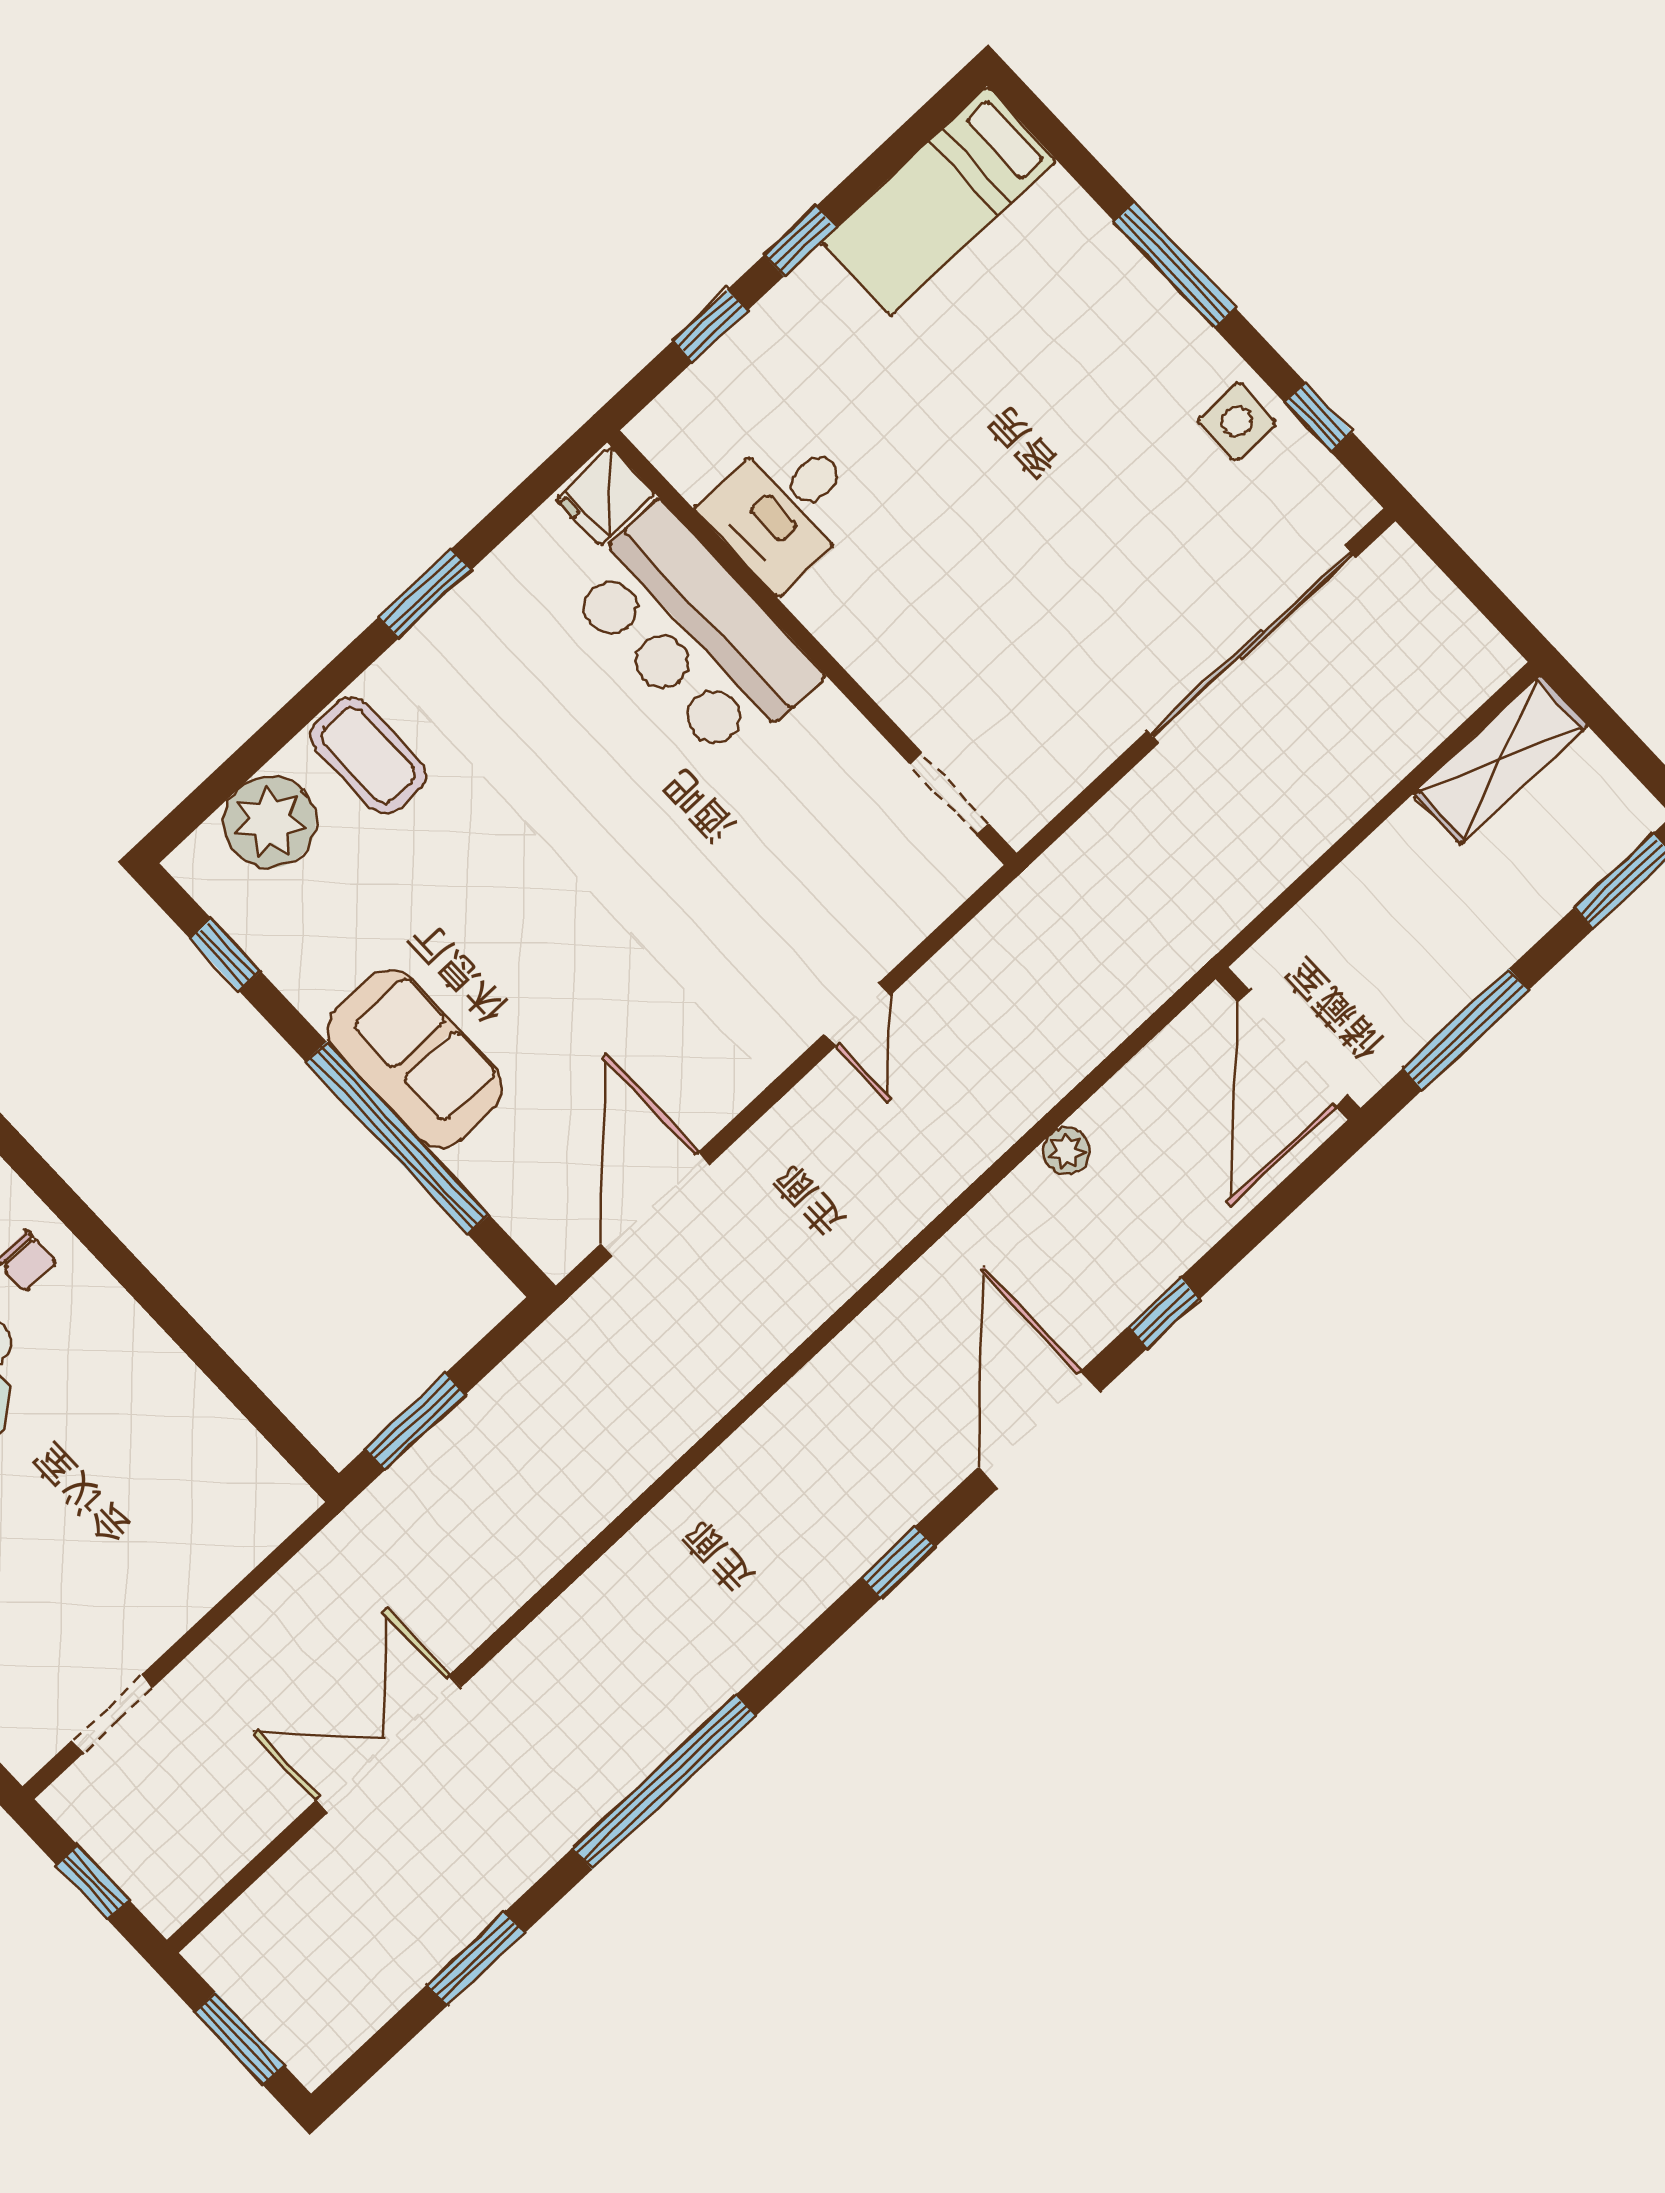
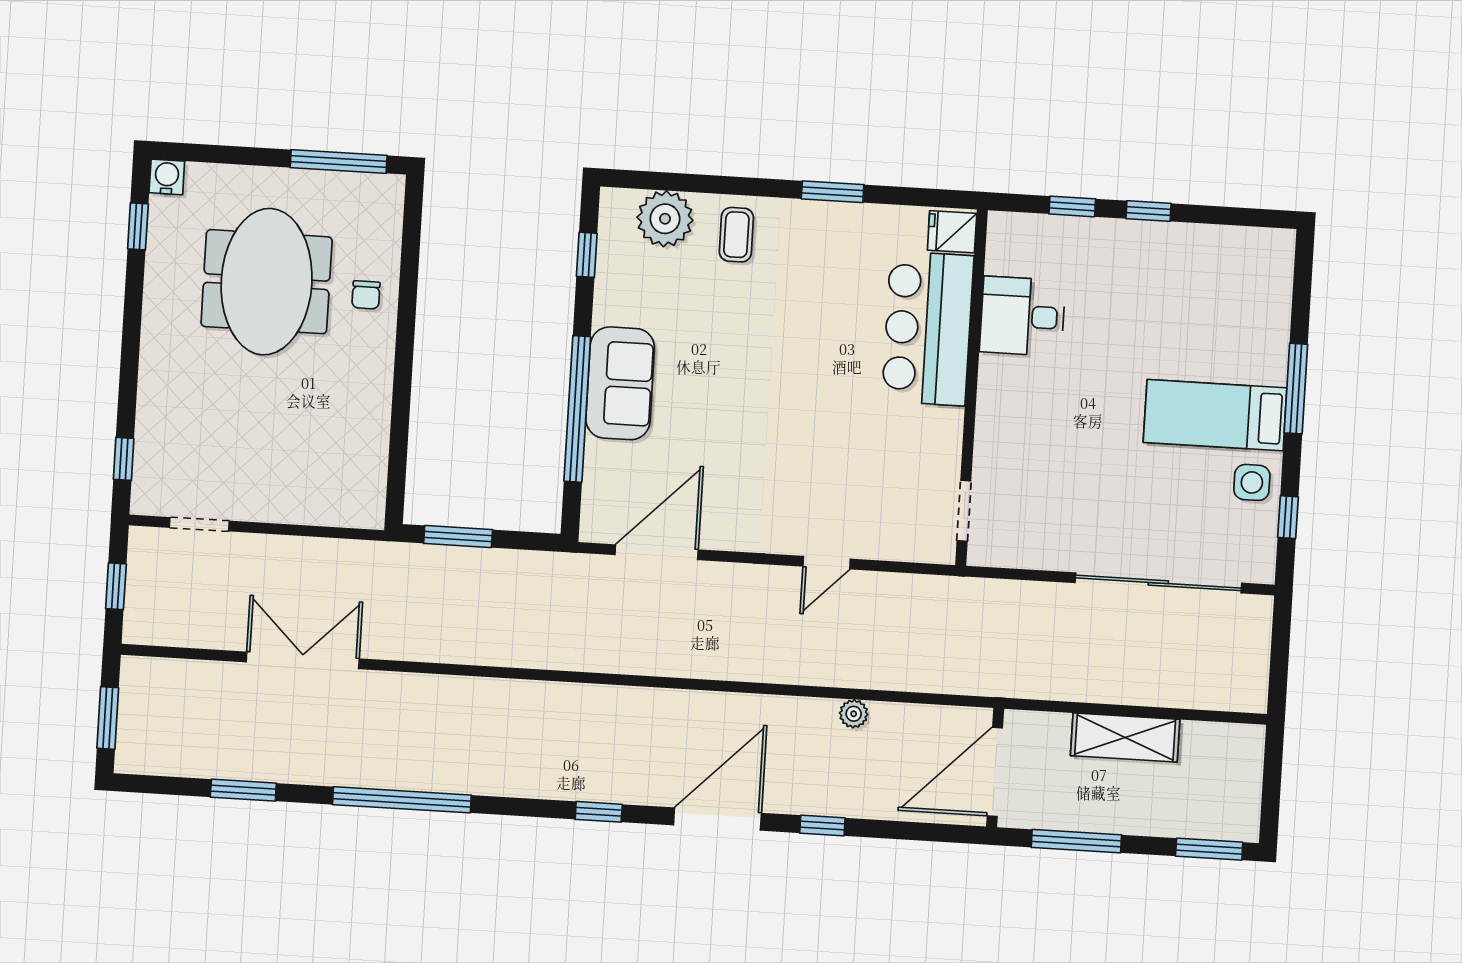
bed: (939, 201) -> (1215, 415), moved
coffee table: (368, 755) -> (736, 235), width x0.73, depth x0.77
shelving: (1500, 760) -> (1125, 737), moved

